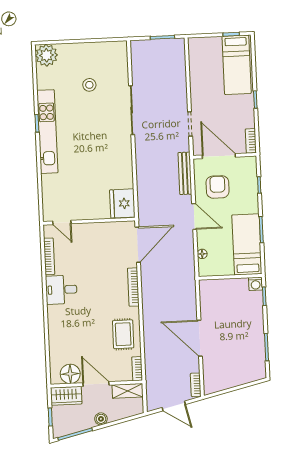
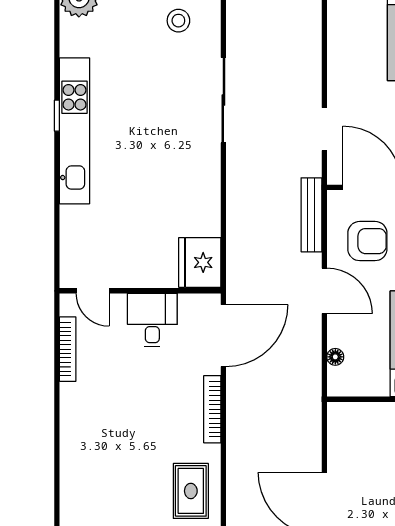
stool: (89, 85) -> (178, 21), moved
armchair: (218, 187) -> (367, 241), turned 90
desk: (61, 290) -> (152, 320), moved, turned 90

